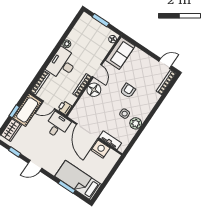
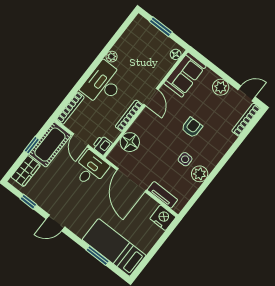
plant: (146, 60) -> (221, 87), added
floor lamp: (94, 90) -> (130, 142), moved
door: (49, 105) -> (80, 140), hinge flipped
nightstand: (100, 149) -> (163, 218), moved

